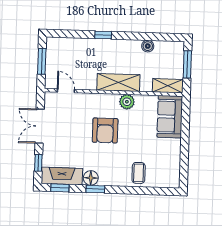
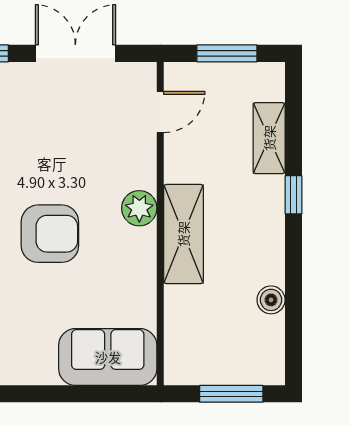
shelving: (168, 86) -> (269, 138), moved
plant: (127, 102) -> (139, 208), moved
armchair: (105, 130) -> (50, 234), moved, turned 180

